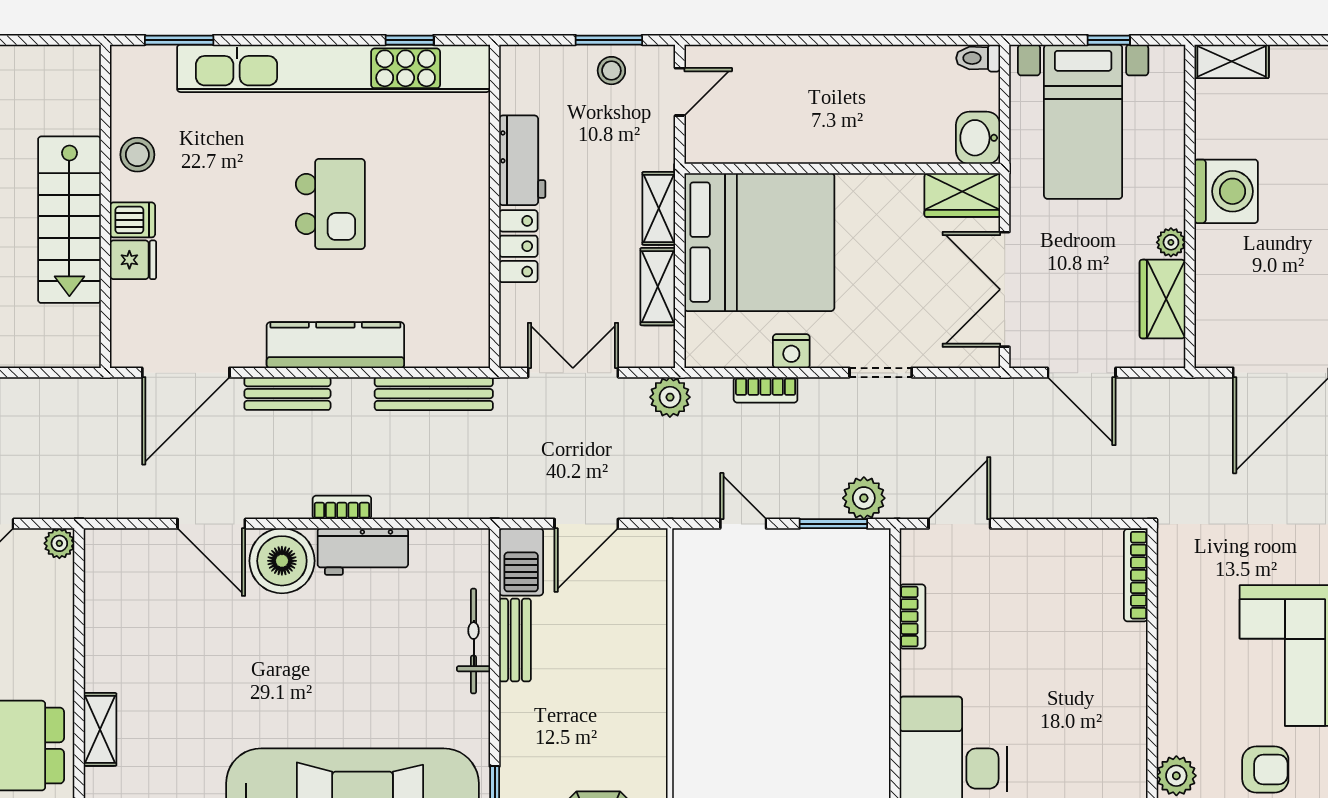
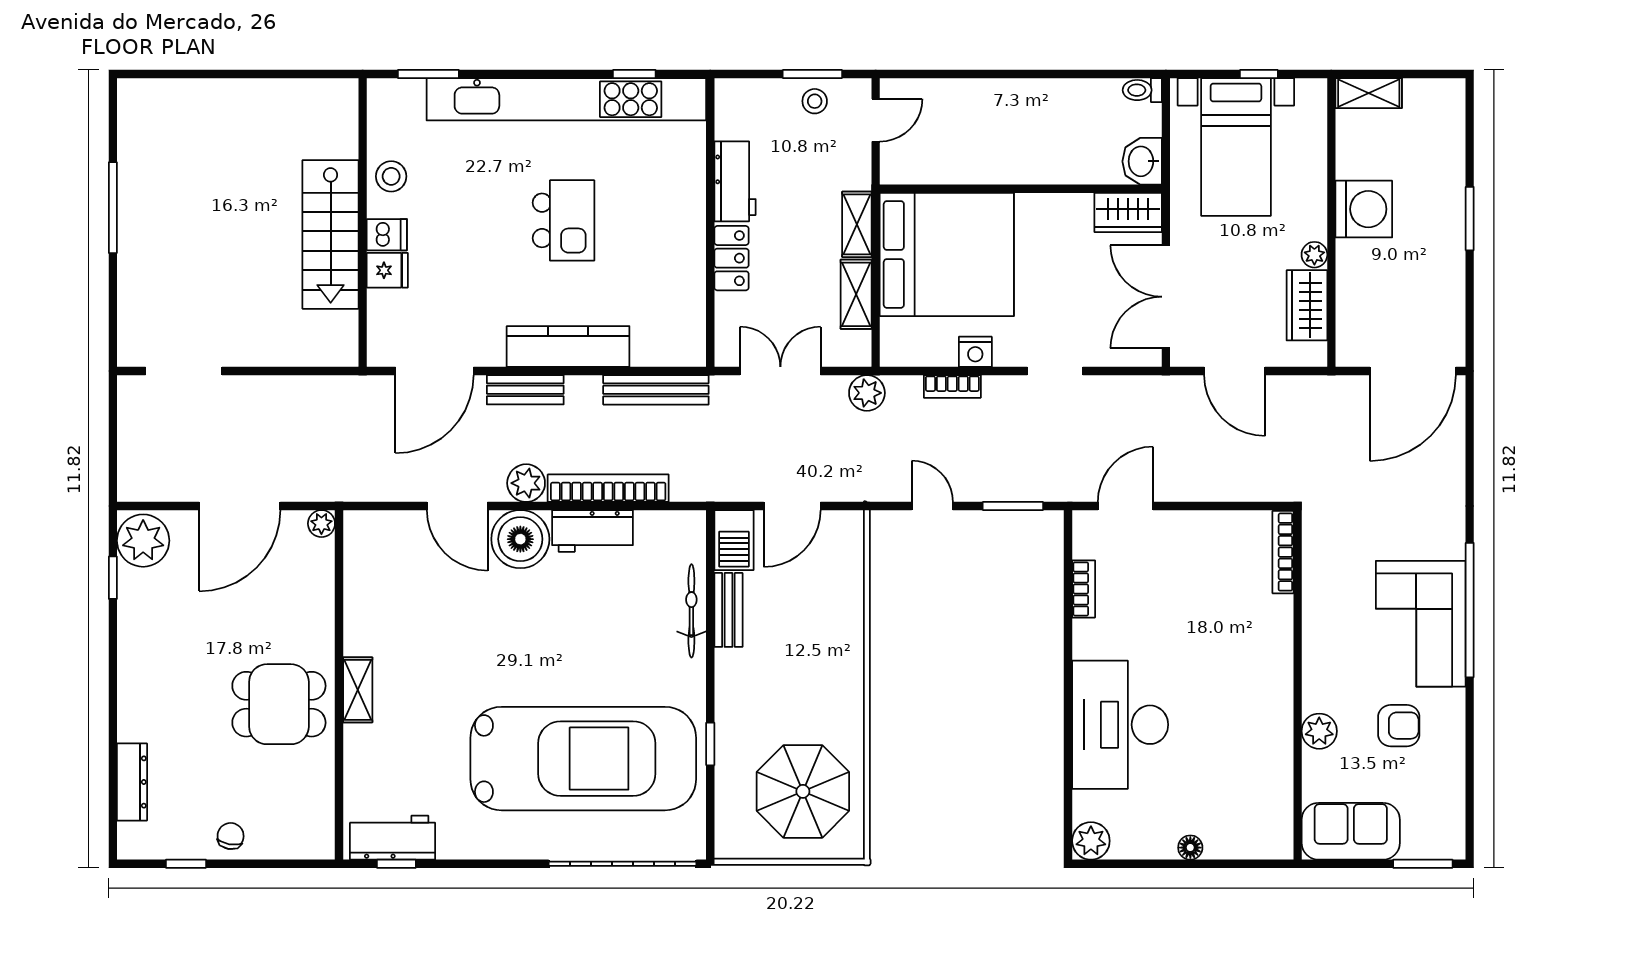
plant: (864, 498) -> (526, 483), moved
bookcase: (342, 507) -> (608, 488), width x2.31, depth x1.31

